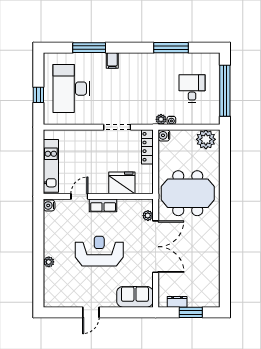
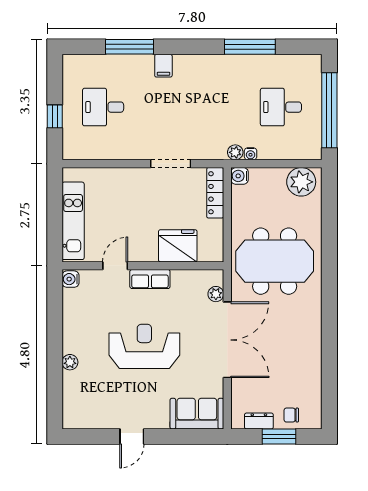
desk: (71, 89) -> (103, 107), width x0.53, depth x0.77
desk: (192, 89) -> (281, 107), turned -90
chair: (199, 298) -> (291, 415), added

